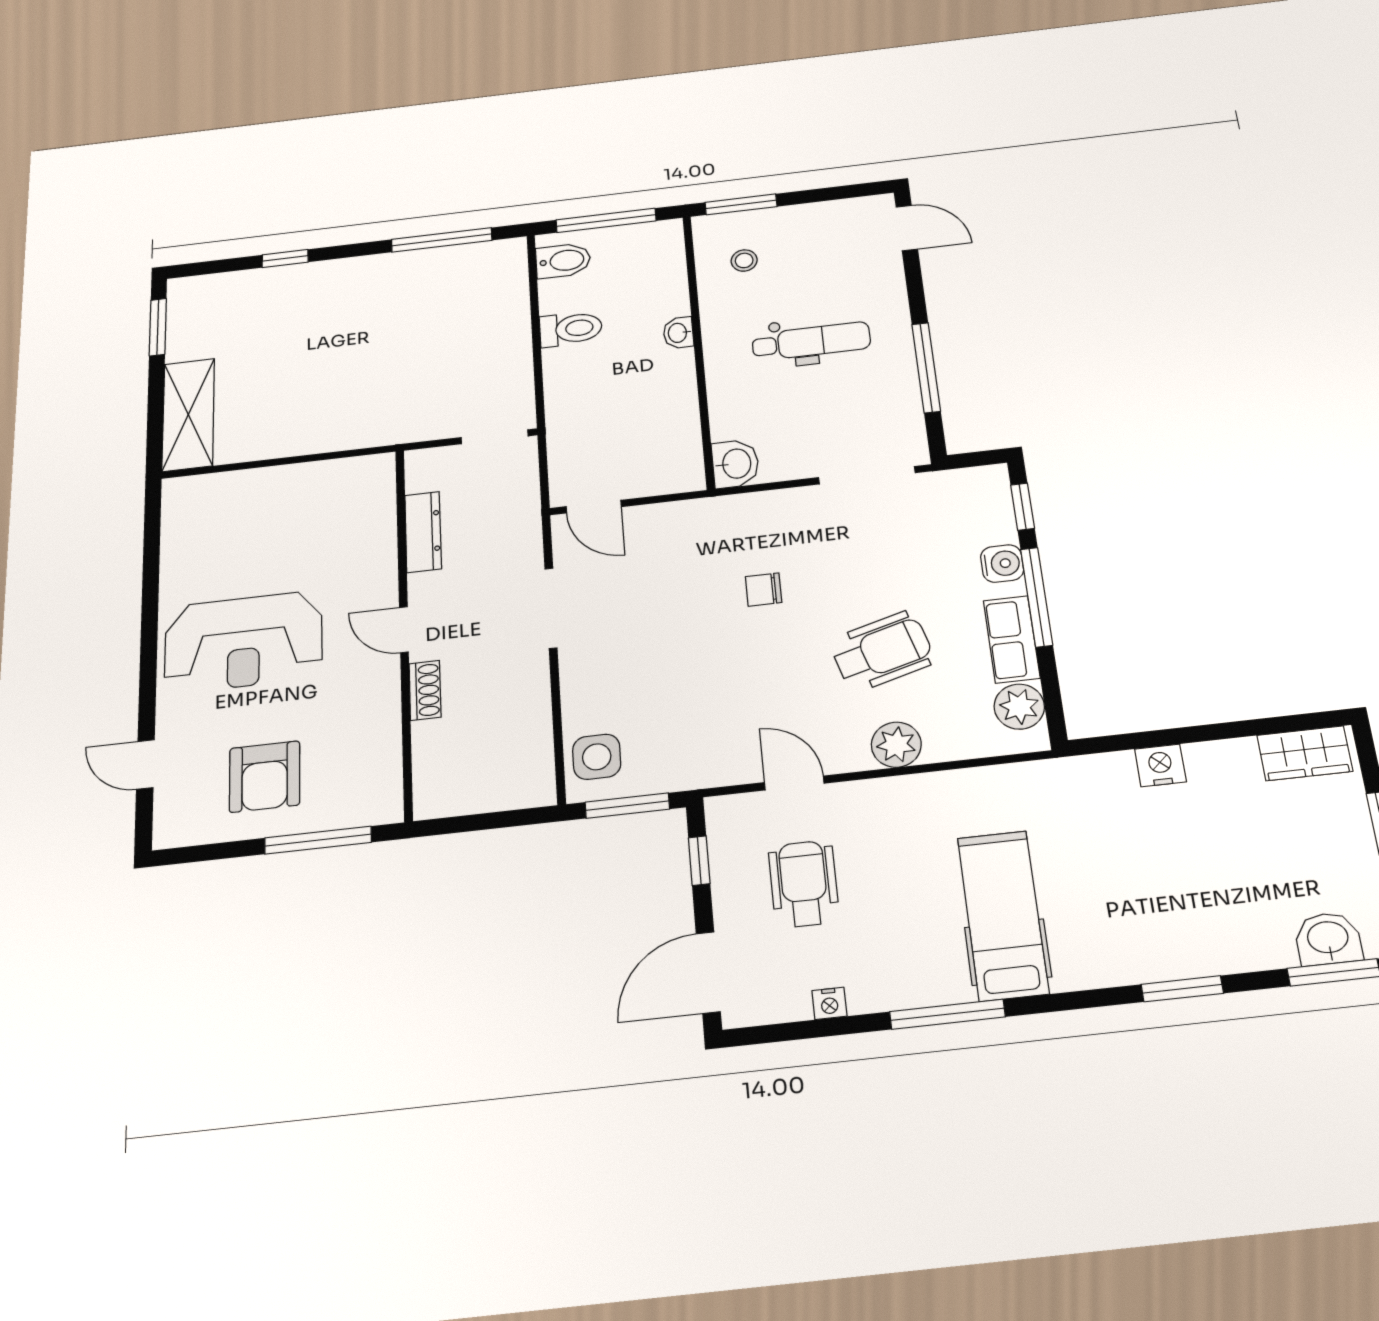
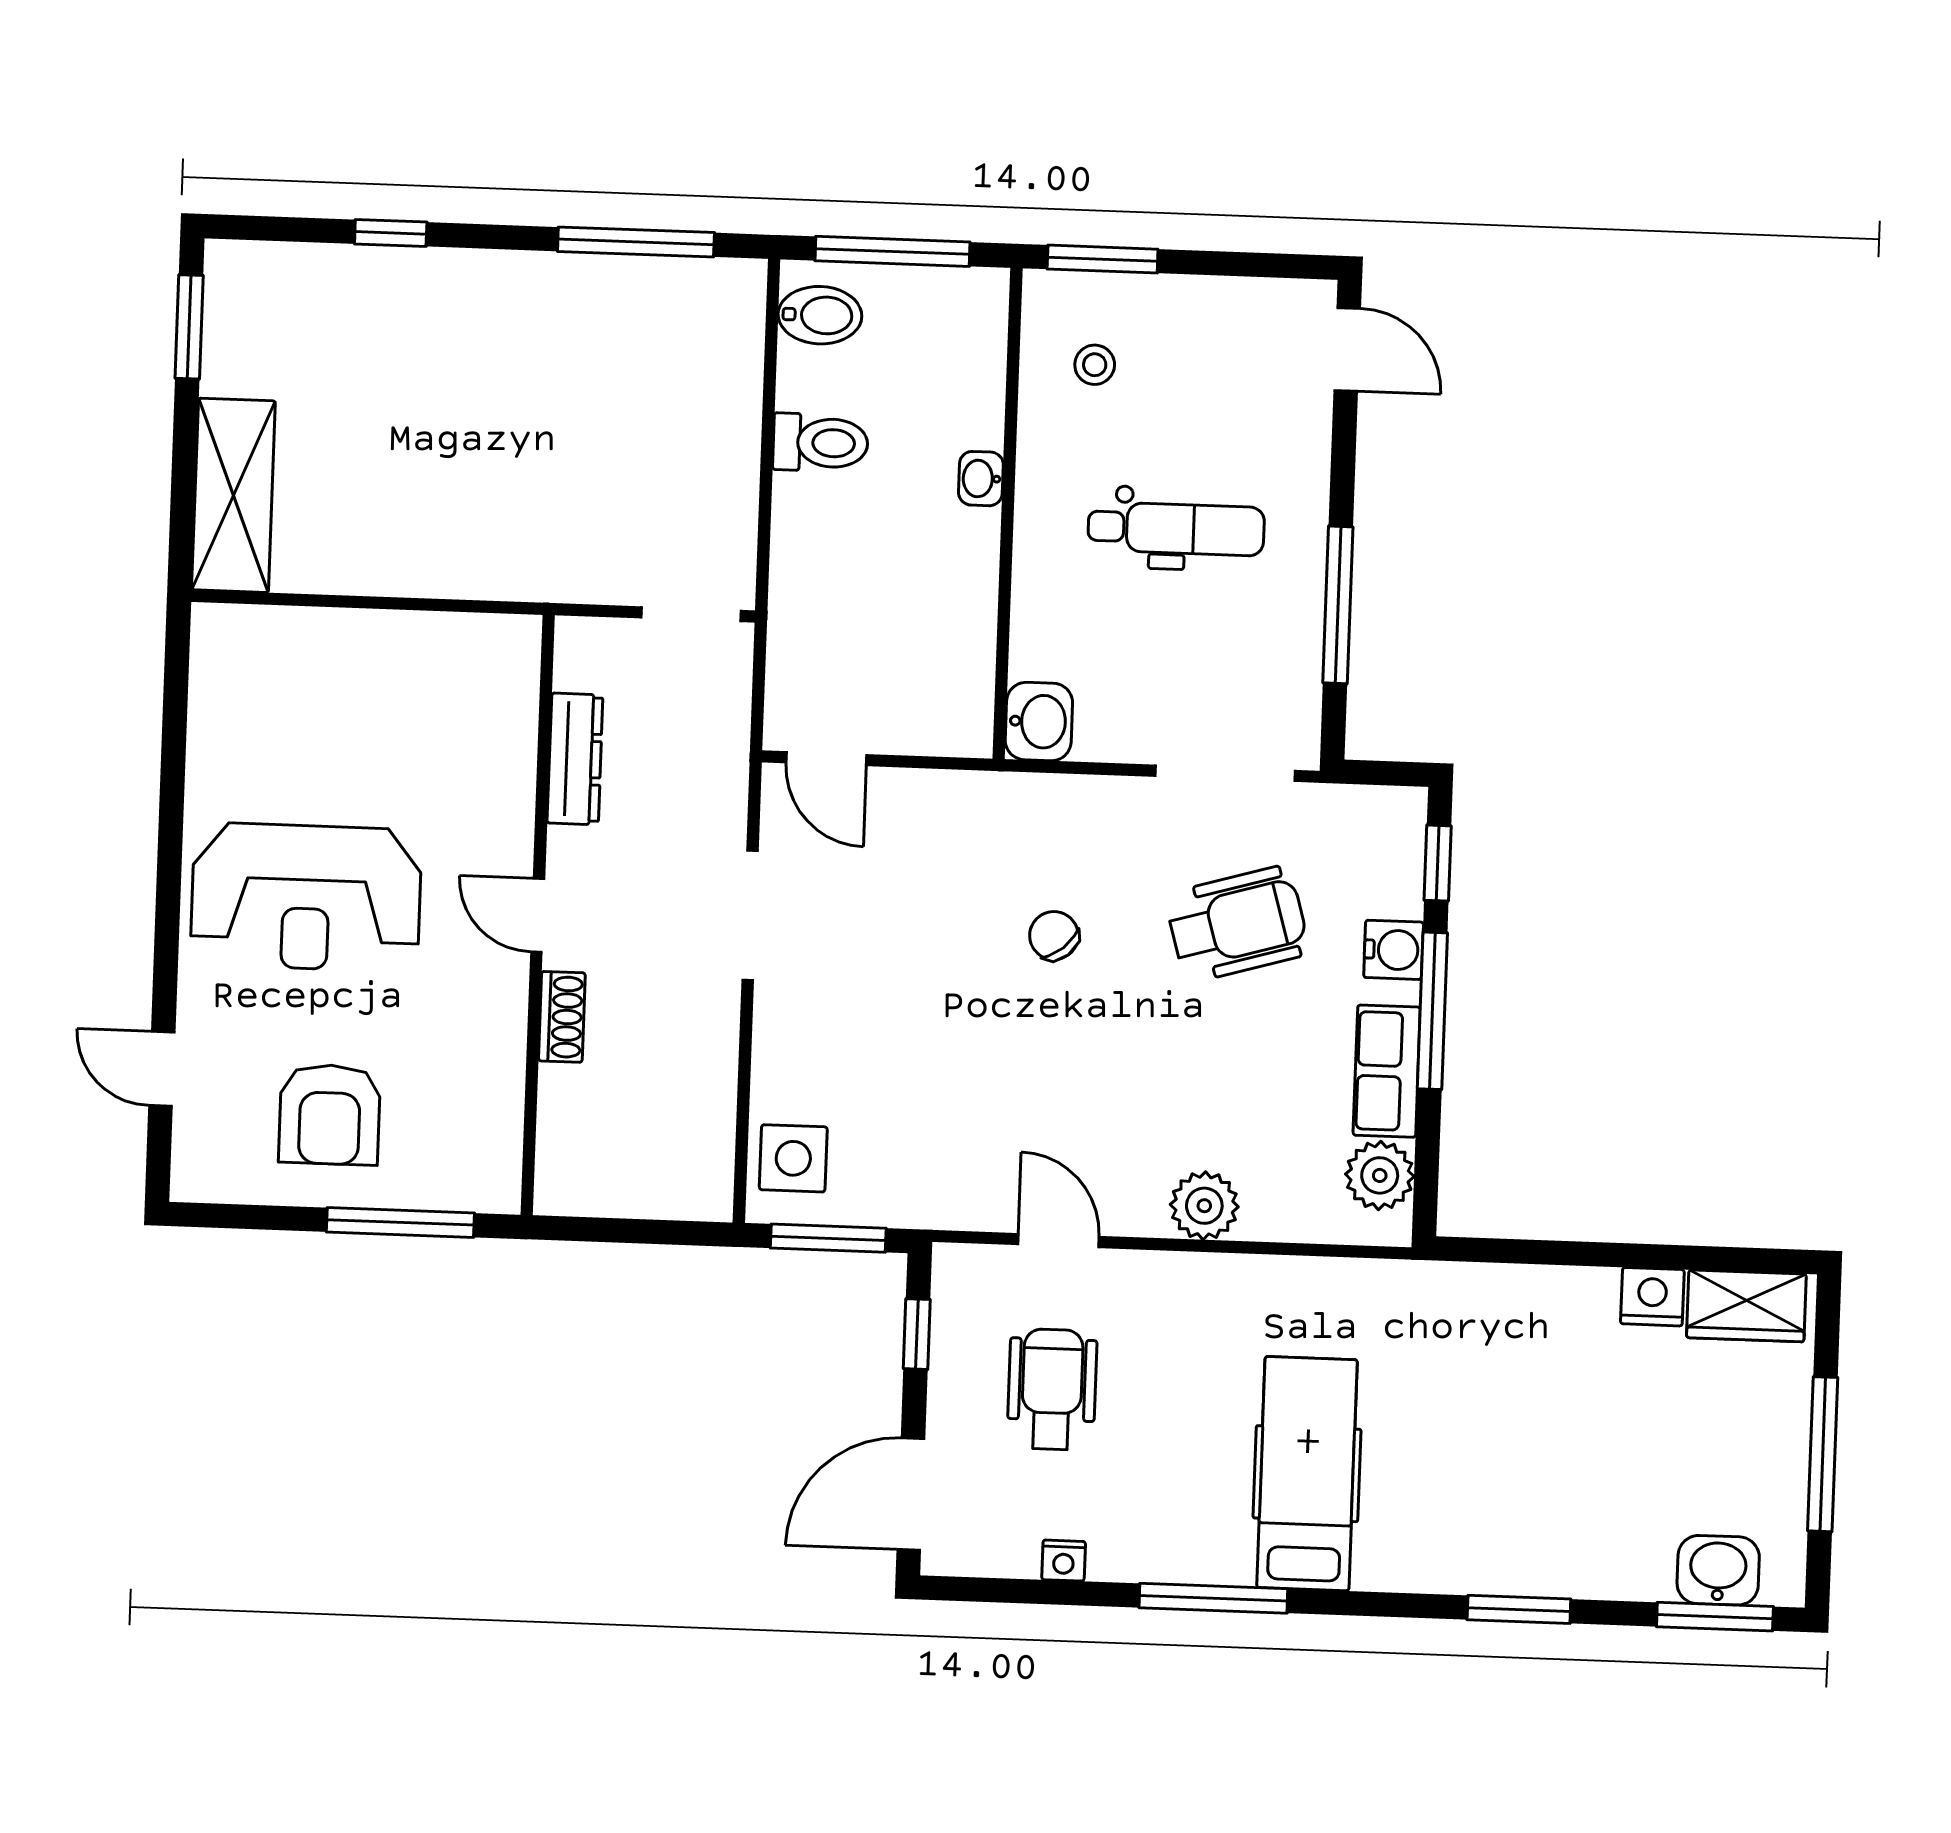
chair: (764, 590) -> (1054, 936), turned 50
wheelchair: (882, 651) -> (1237, 924), moved
nightstand: (1160, 765) -> (1652, 1297), moved

